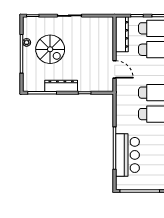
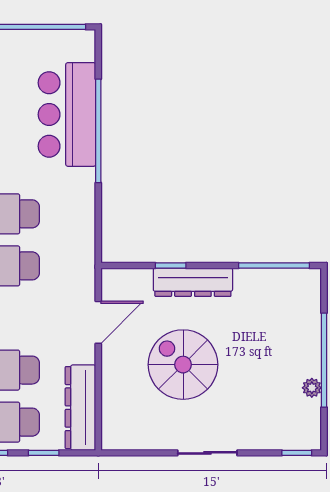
spiral stairs: (50, 49) -> (183, 365), moved
door: (115, 69) -> (98, 322), swing flipped
dresser: (61, 86) -> (193, 282), moved

